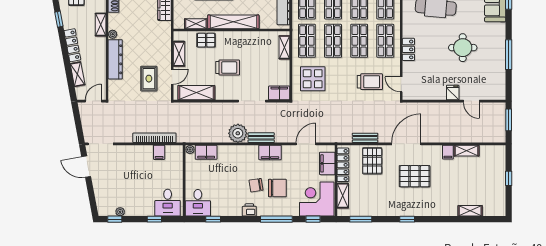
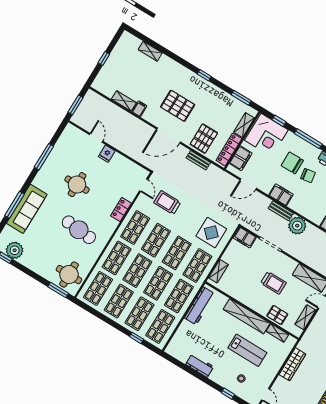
trolley: (228, 68) -> (273, 283), turned 180

